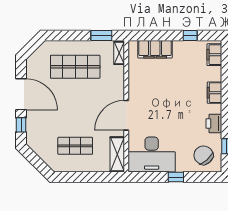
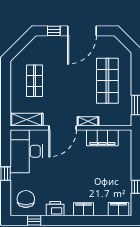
filing cabinet: (155, 49) -> (102, 138), moved, turned -90
shelving: (119, 53) -> (88, 121), moved
door: (126, 115) -> (63, 128), swing flipped
chair: (203, 155) -> (26, 199), turned -48

